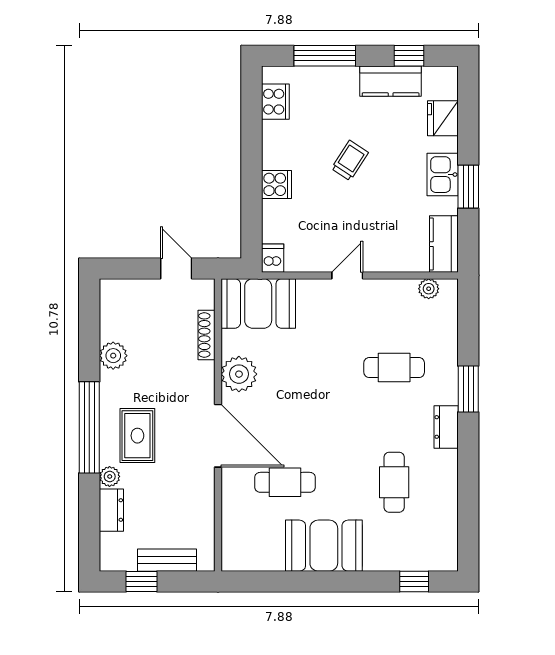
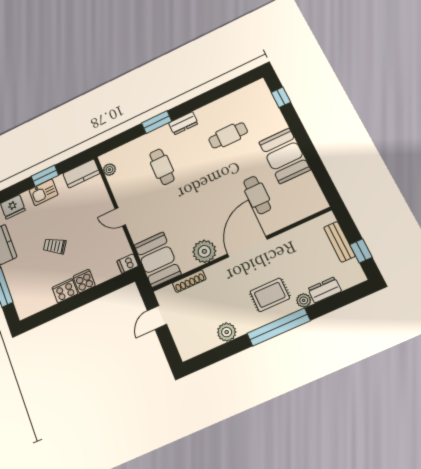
cooker: (275, 102) -> (65, 291), moved

